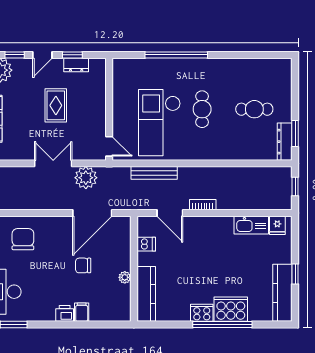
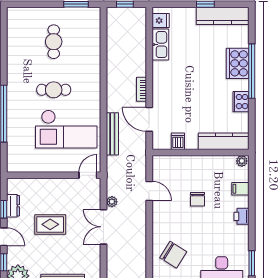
dresser: (285, 142) -> (84, 14), removed
plant: (86, 178) -> (112, 202), width x0.53, depth x0.53
door: (92, 213) -> (149, 191), width x0.53
door: (170, 213) -> (149, 119), swing flipped
chair: (23, 239) -> (173, 255), turned -148
plant: (125, 277) -> (242, 161), moved
filing cabinet: (82, 312) -> (240, 189), moved
cooker: (202, 313) -> (241, 102), moved

